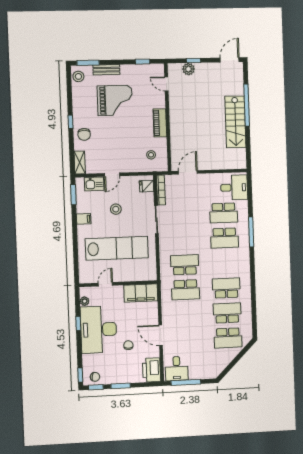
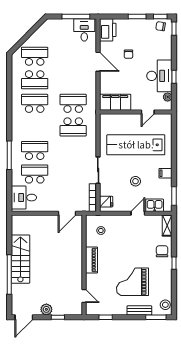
plant: (188, 69) -> (46, 309), moved
school desk: (226, 288) -> (35, 103), turned 180
desk: (99, 330) -> (159, 76), width x0.73, depth x0.77

